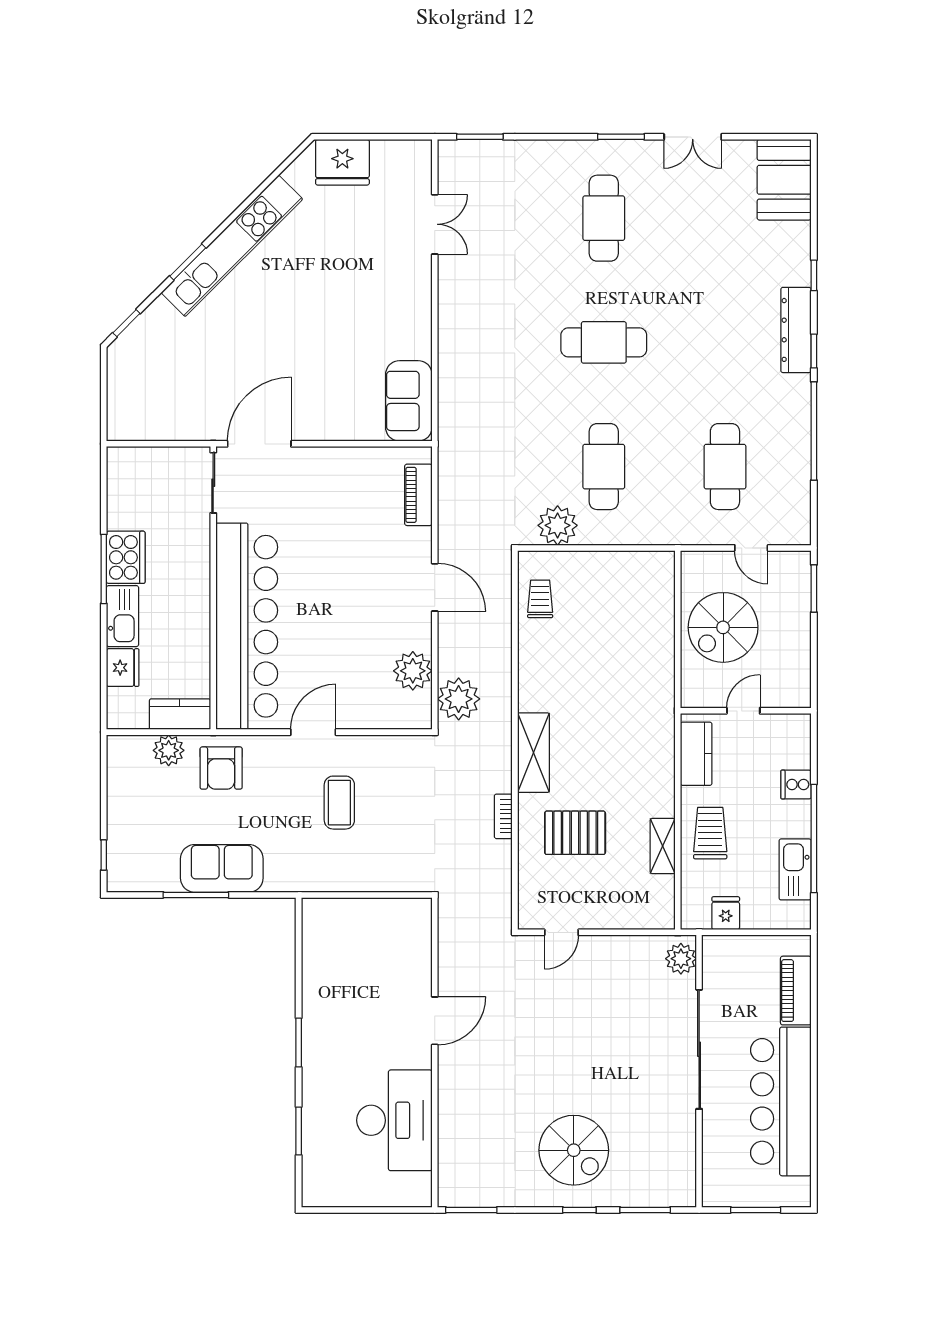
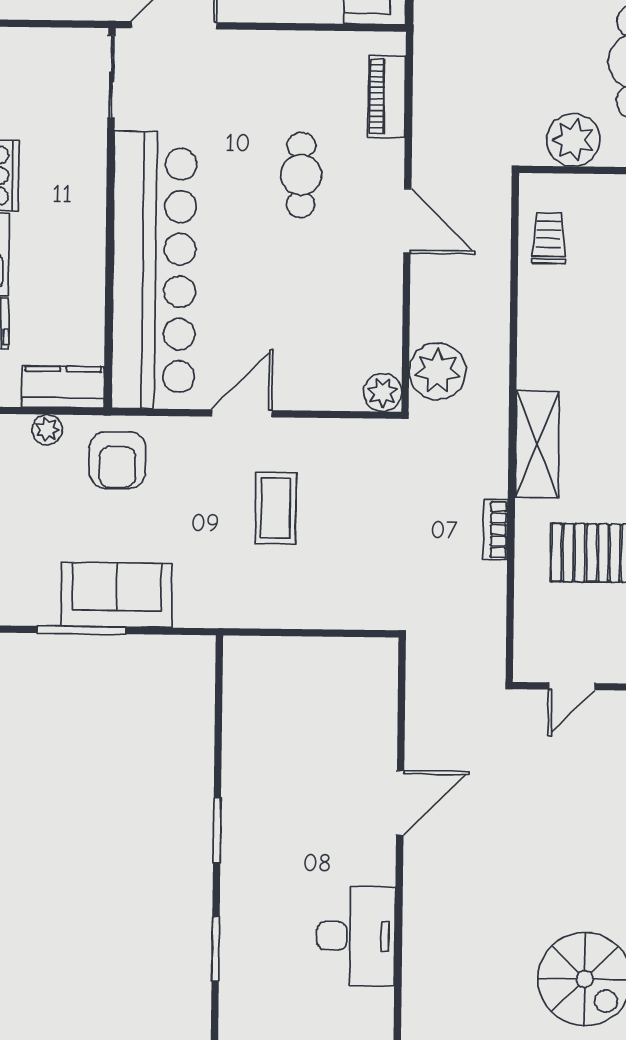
cafe table: (355, 554) -> (301, 175), added
plant: (413, 671) -> (383, 392), moved, width x0.73, depth x0.73
plant: (169, 750) -> (47, 430), width x0.73, depth x0.73
desk: (394, 1120) -> (356, 936), width x0.73, depth x0.77

